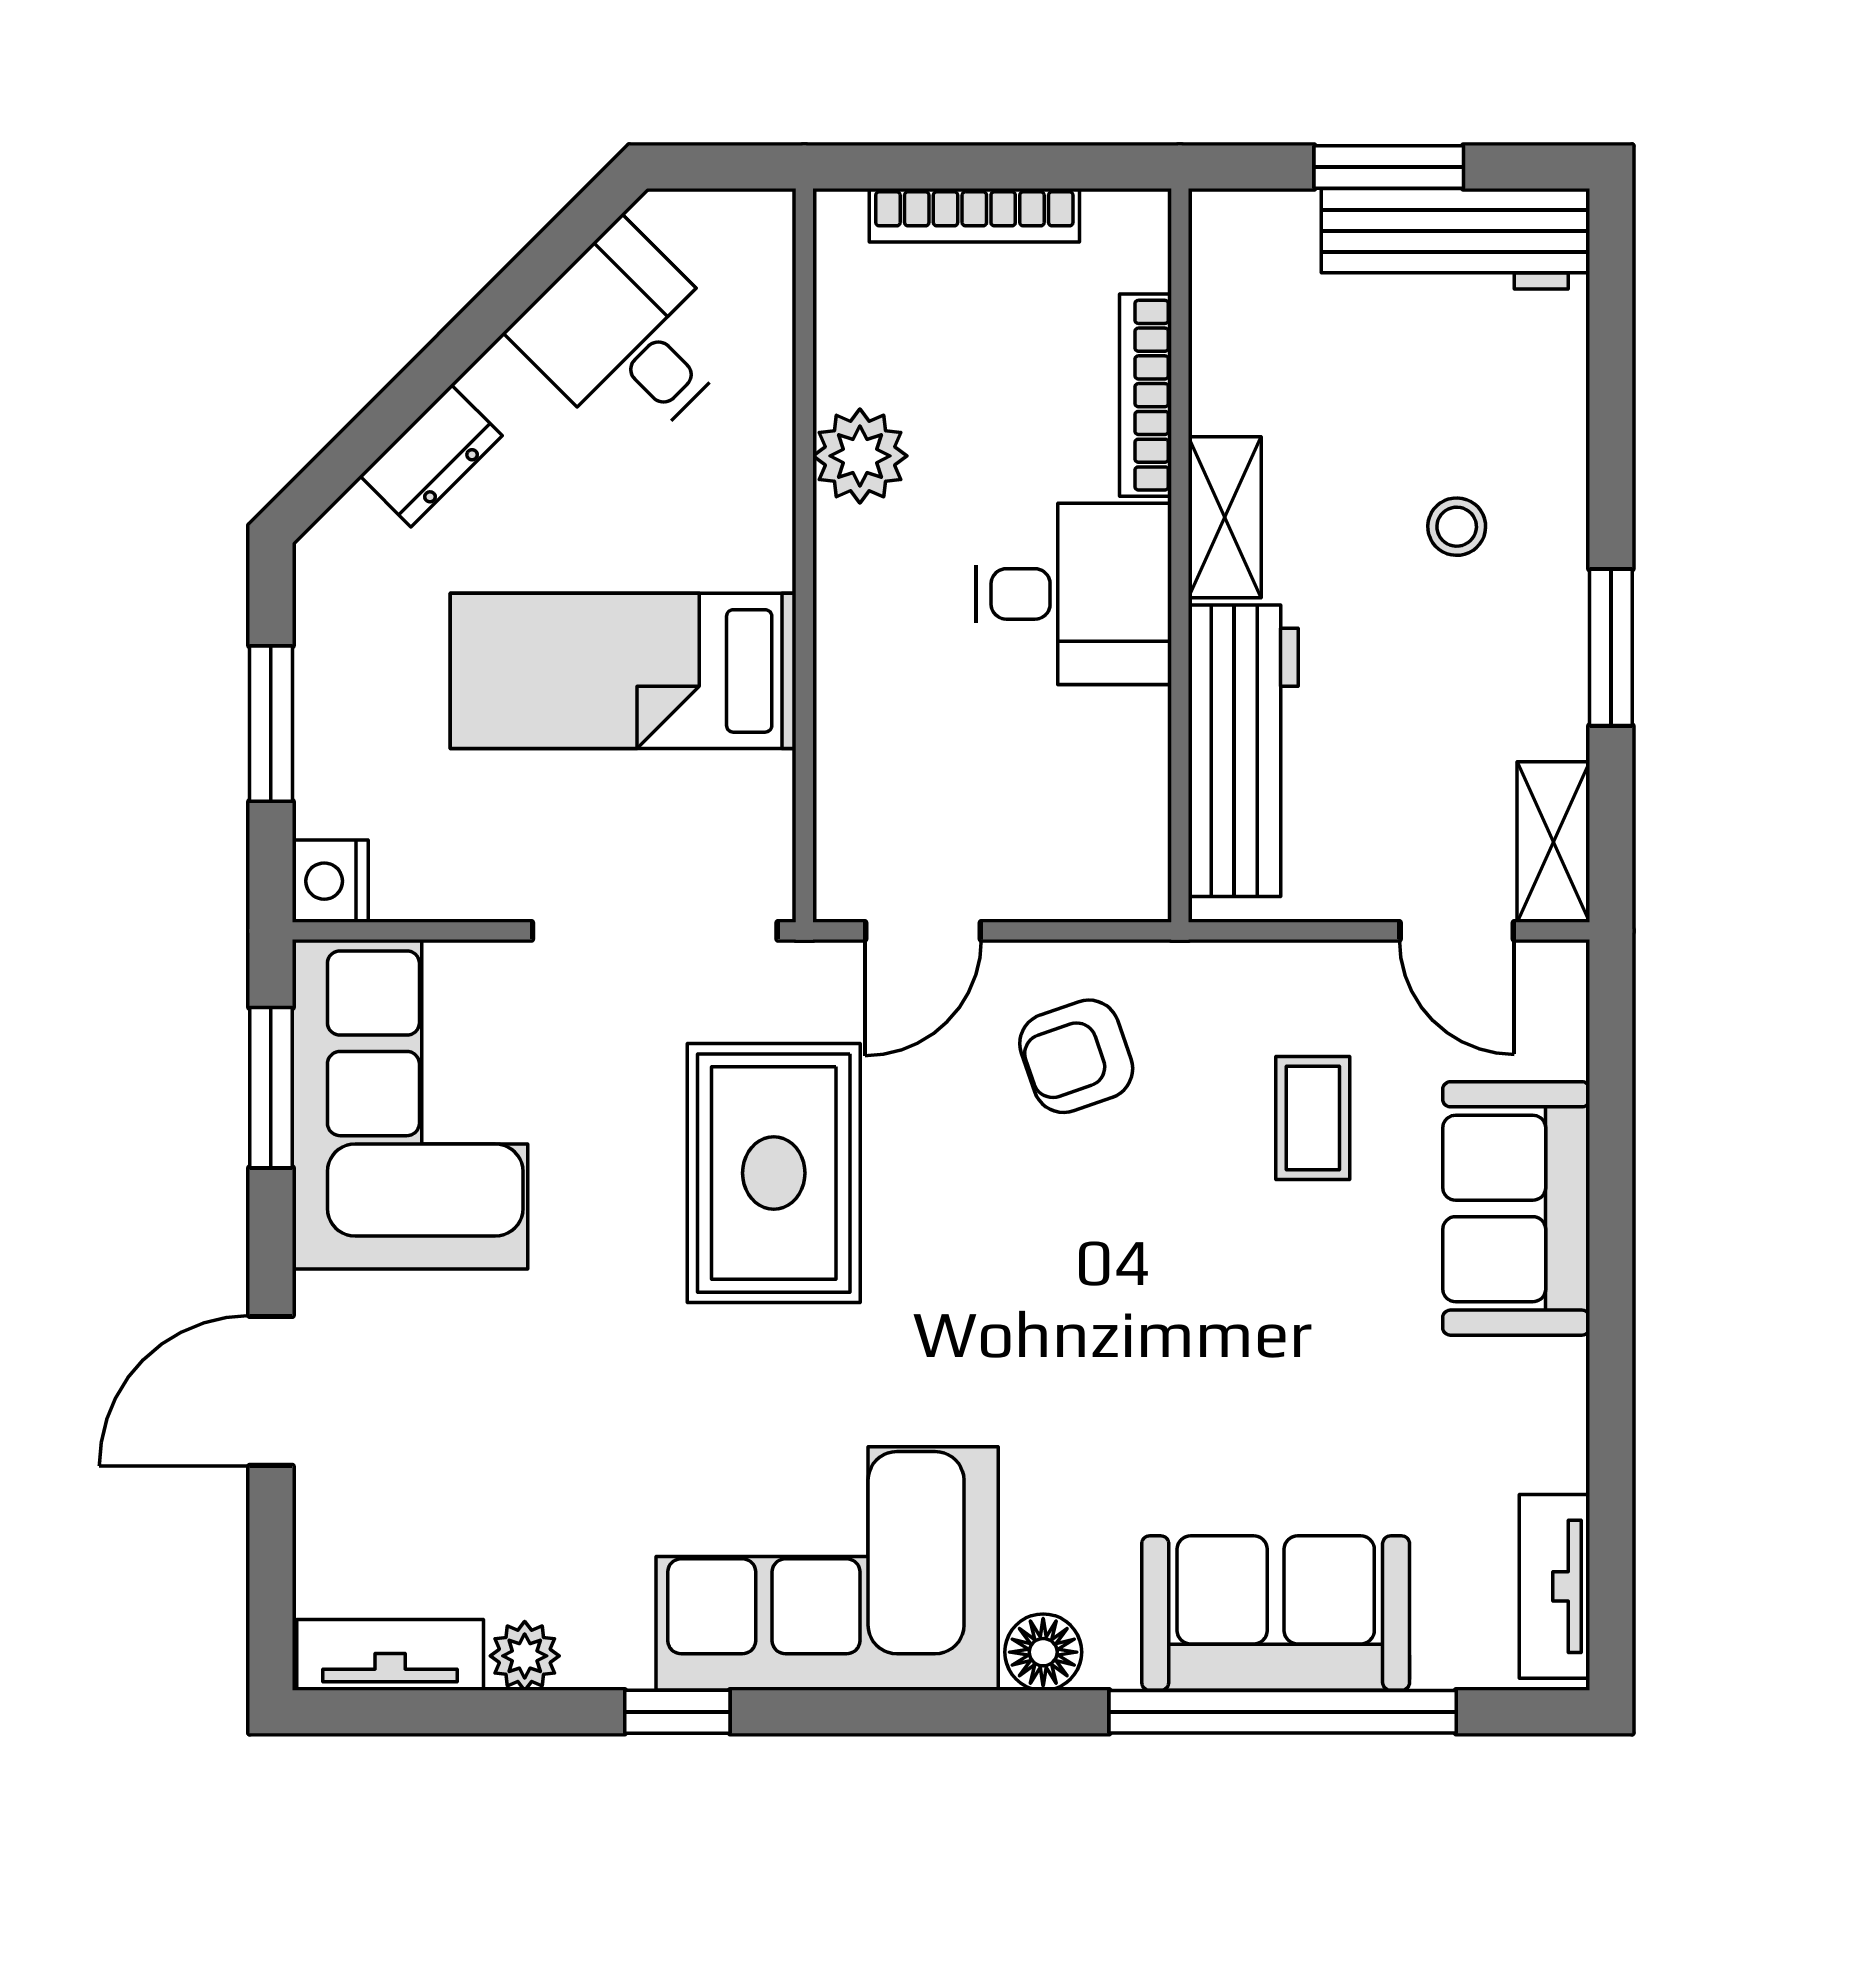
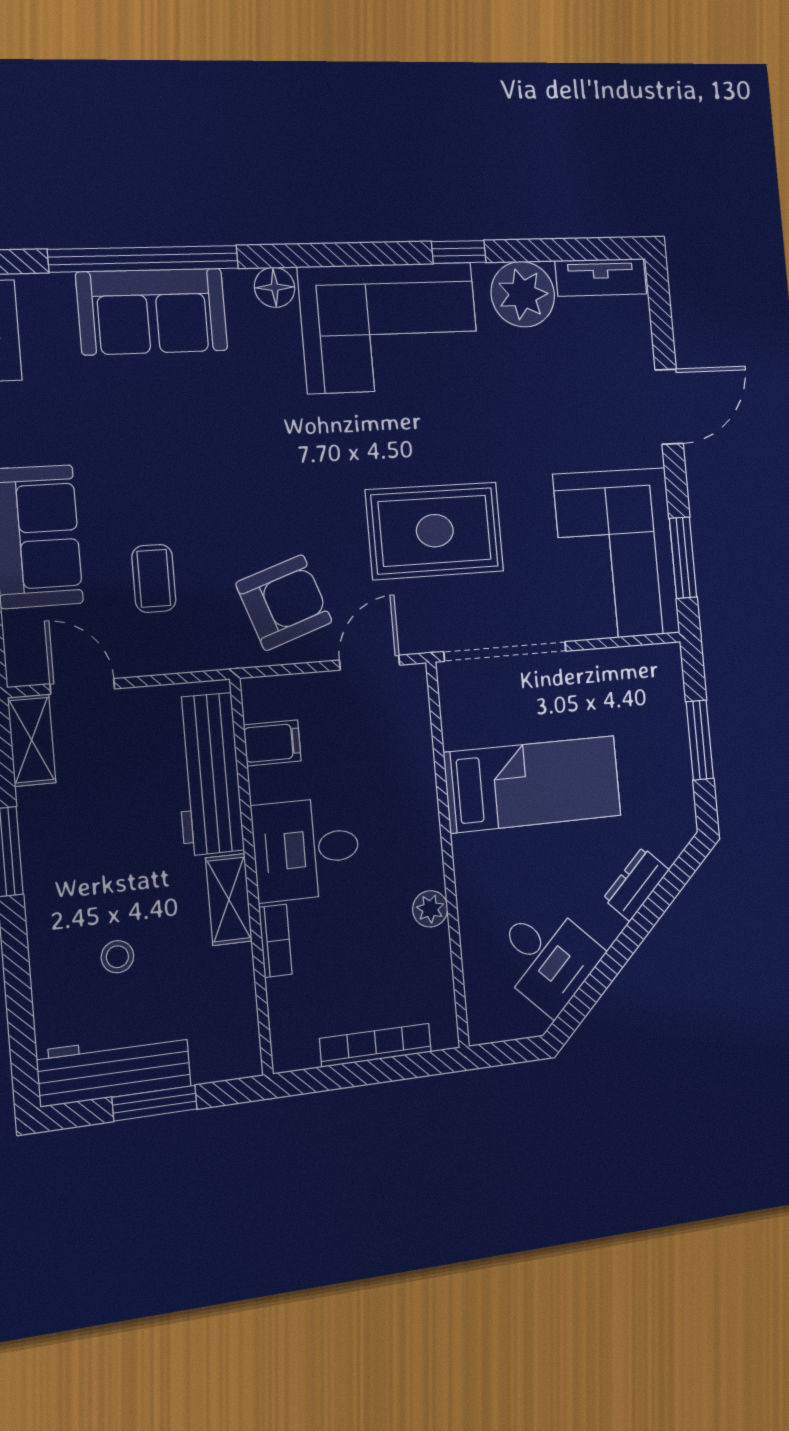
bookcase: (1145, 395) -> (275, 941), width x0.64
plant: (860, 456) -> (430, 909), width x0.73, depth x0.73
stool: (1457, 527) -> (117, 957), moved
filing cabinet: (1120, 797) -> (272, 743), added
nightstand: (330, 881) -> (665, 663), removed
armchair: (1076, 1056) -> (284, 603), width x1.38, depth x1.38
rug: (774, 1173) -> (435, 531), turned 90
plant: (525, 1656) -> (523, 294), width x1.87, depth x1.87

